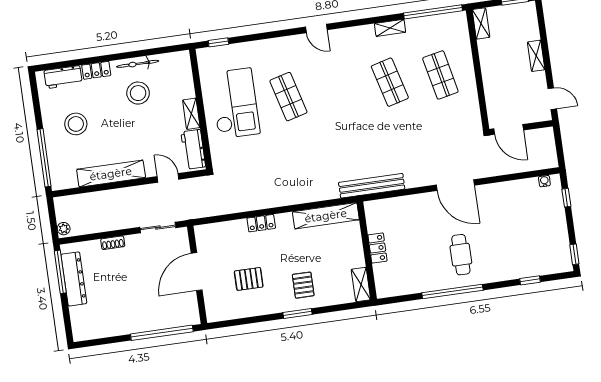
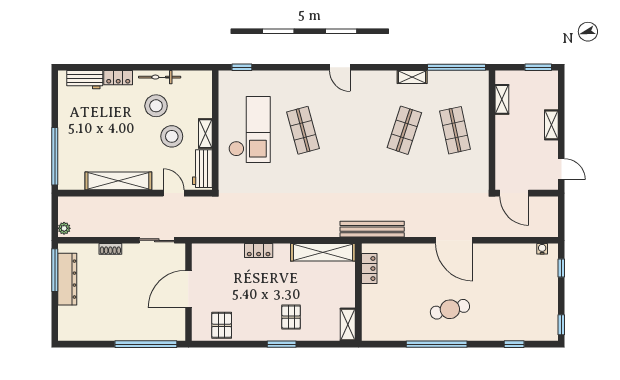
shelving: (481, 23) -> (502, 99), moved
shop shelf: (390, 82) -> (404, 130), turned 33
stool: (76, 124) -> (172, 136), moved
locker: (377, 248) -> (369, 269), moved
cafe table: (461, 255) -> (450, 309), turned 76
pallet: (249, 279) -> (222, 325), moved, turned 90

